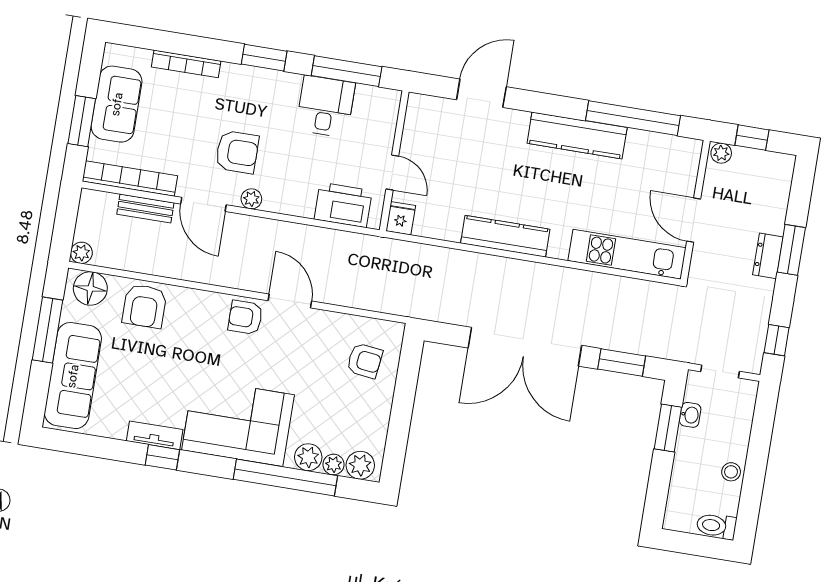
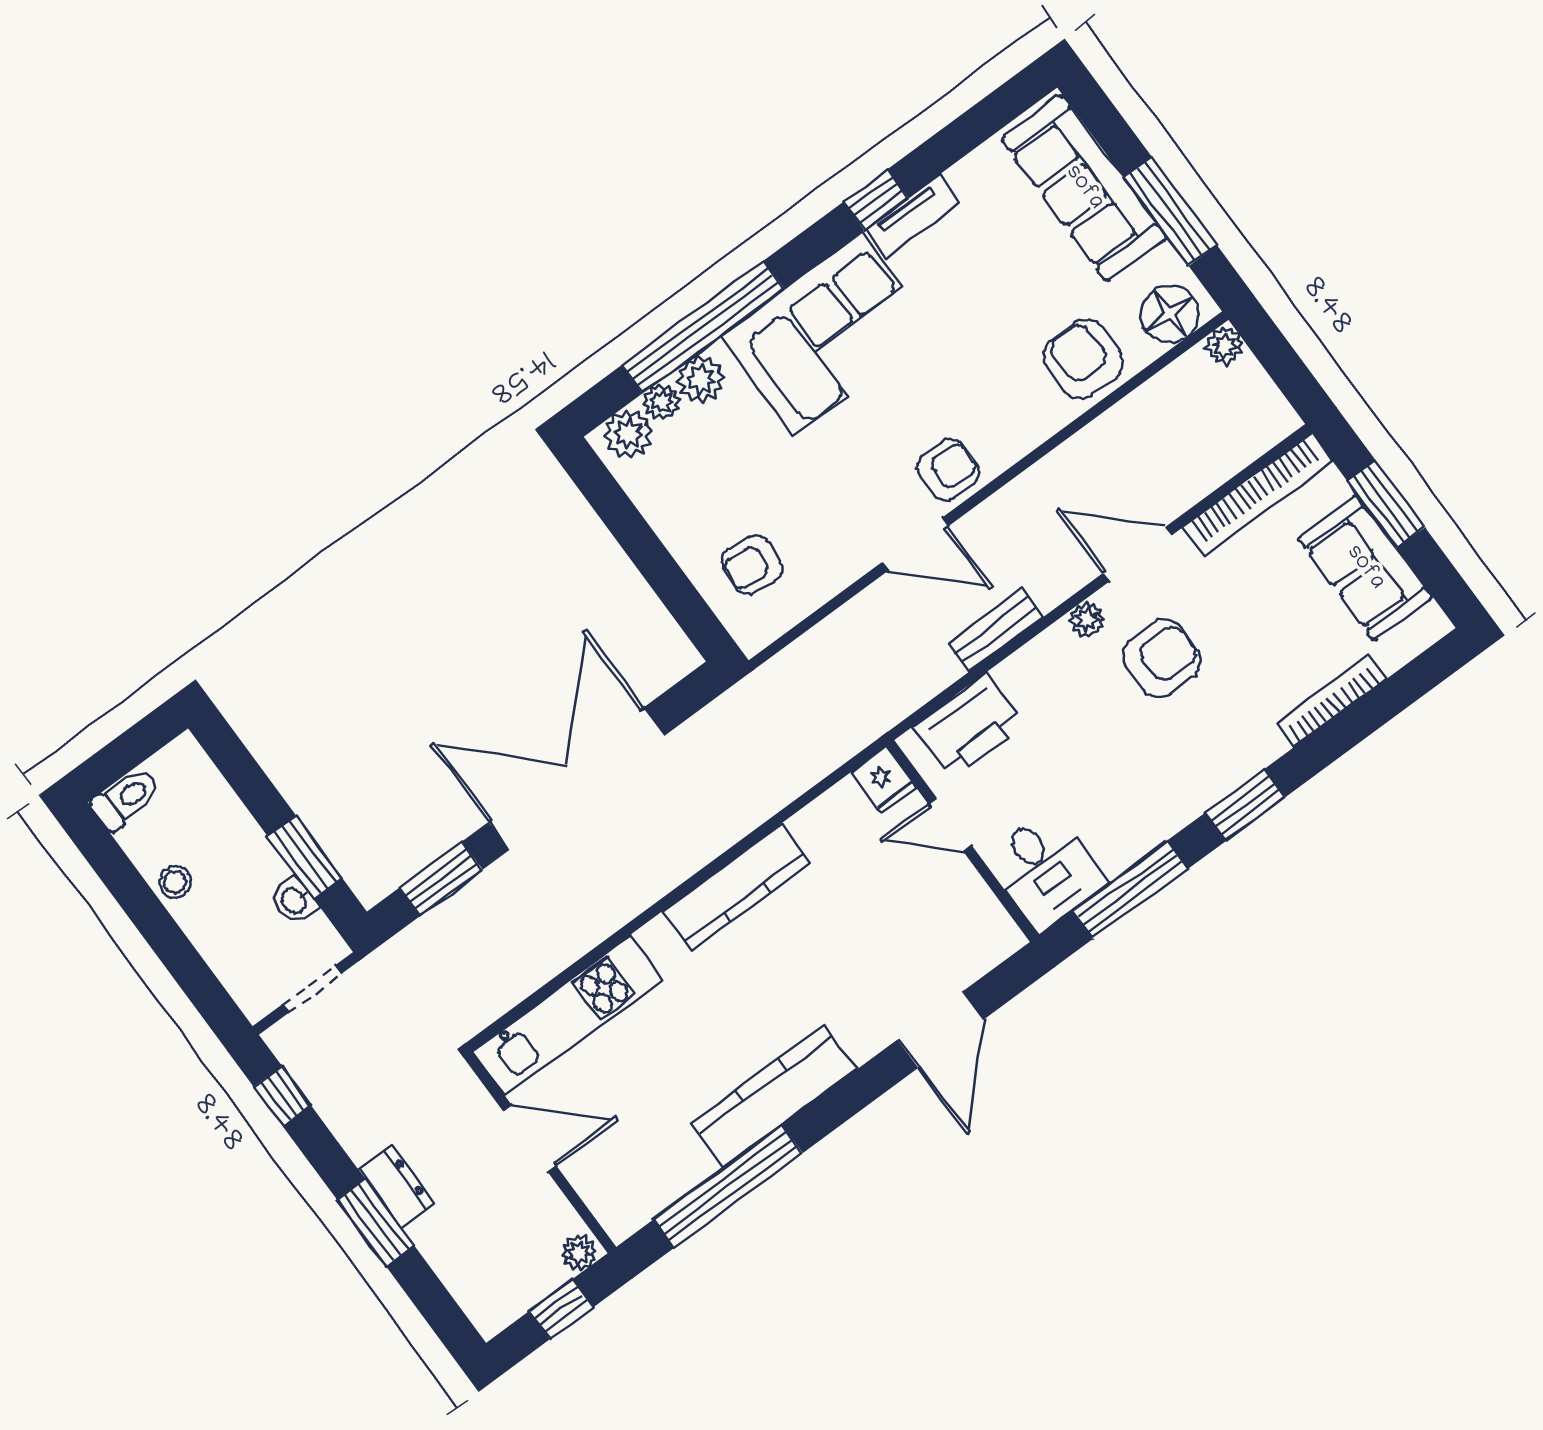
desk: (325, 106) -> (1046, 870), moved
armchair: (237, 152) -> (1162, 658), turned 180
bench: (145, 209) -> (996, 630), moved

